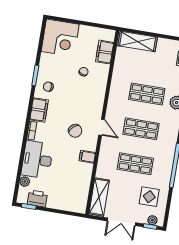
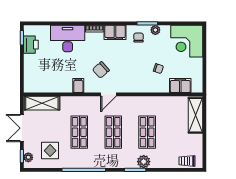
plant: (25, 182) -> (155, 30), moved

